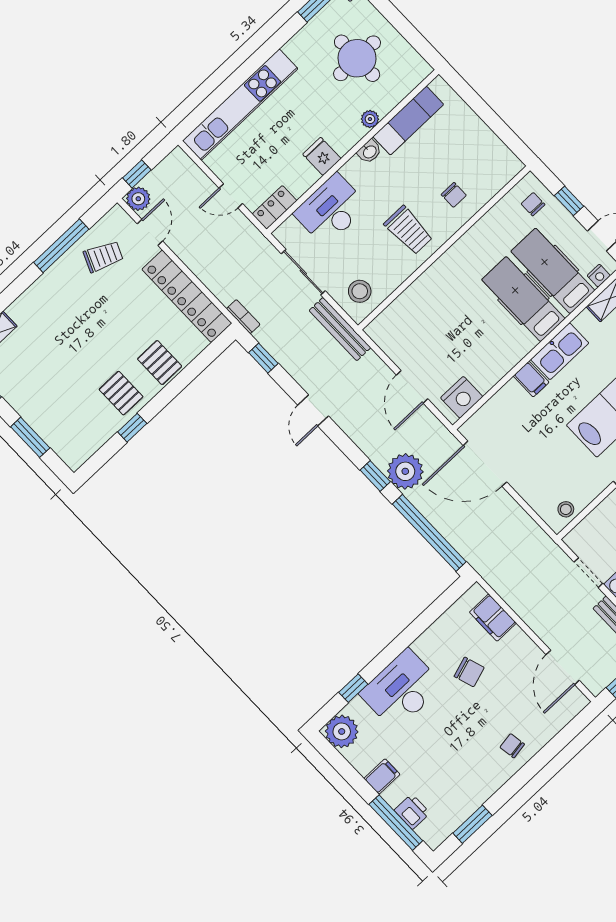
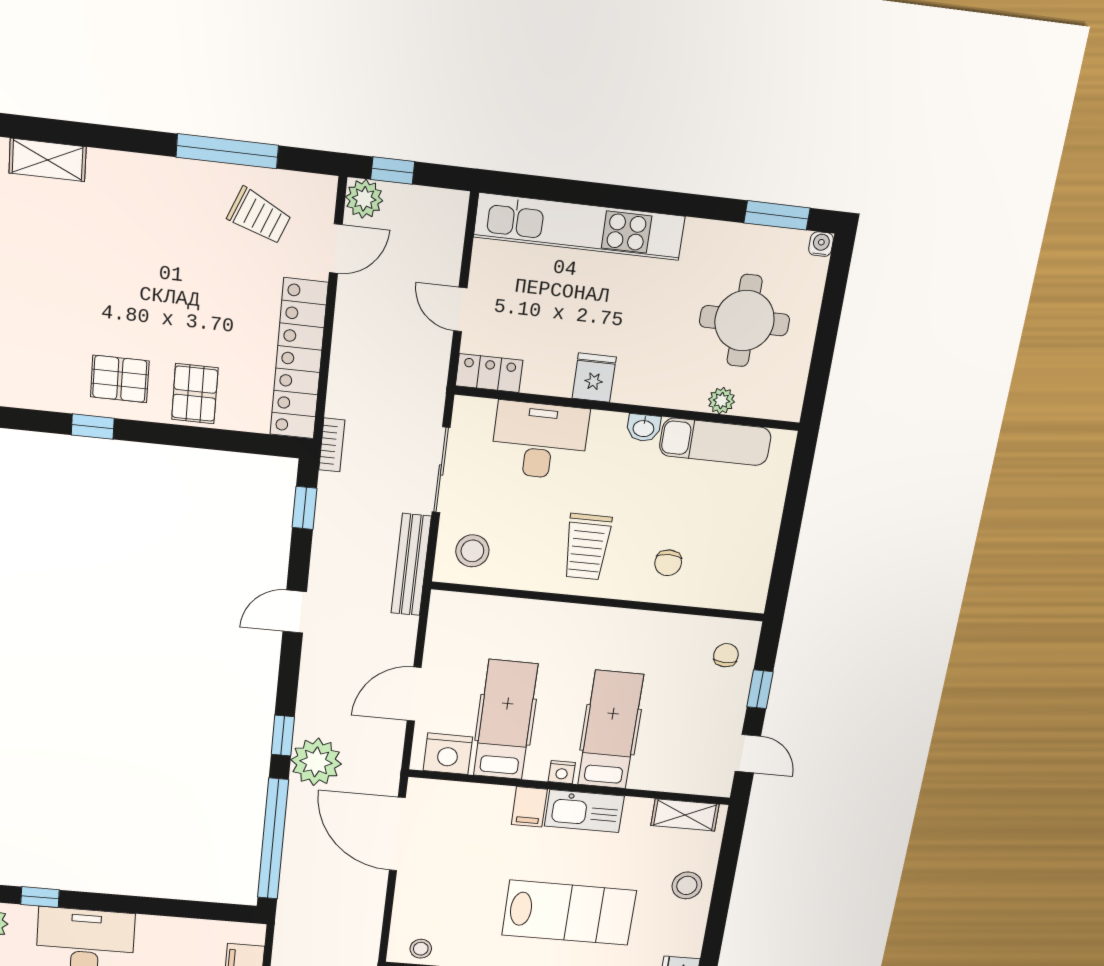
plant: (370, 119) -> (721, 401), moved
hospital bed: (553, 271) -> (505, 720), moved
nightstand: (599, 276) -> (562, 772), moved
pallet: (121, 393) -> (120, 379), turned 90

